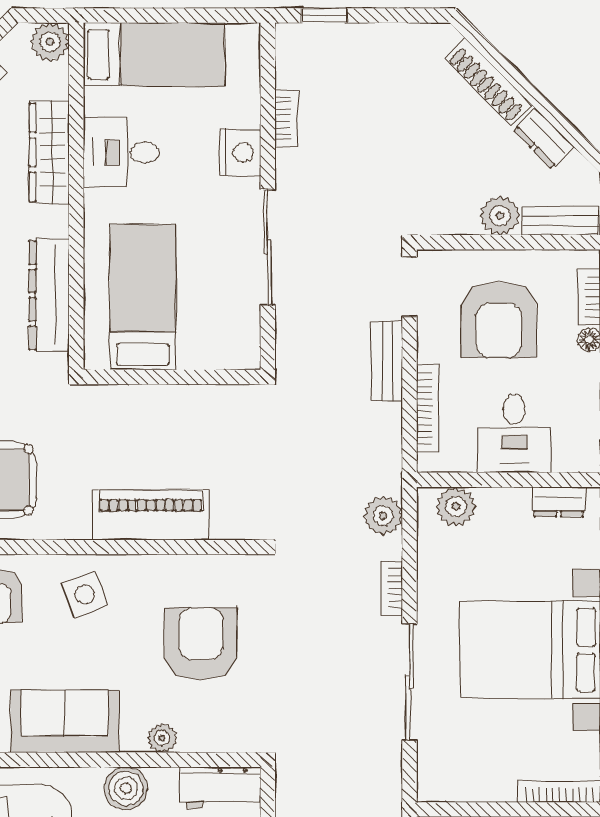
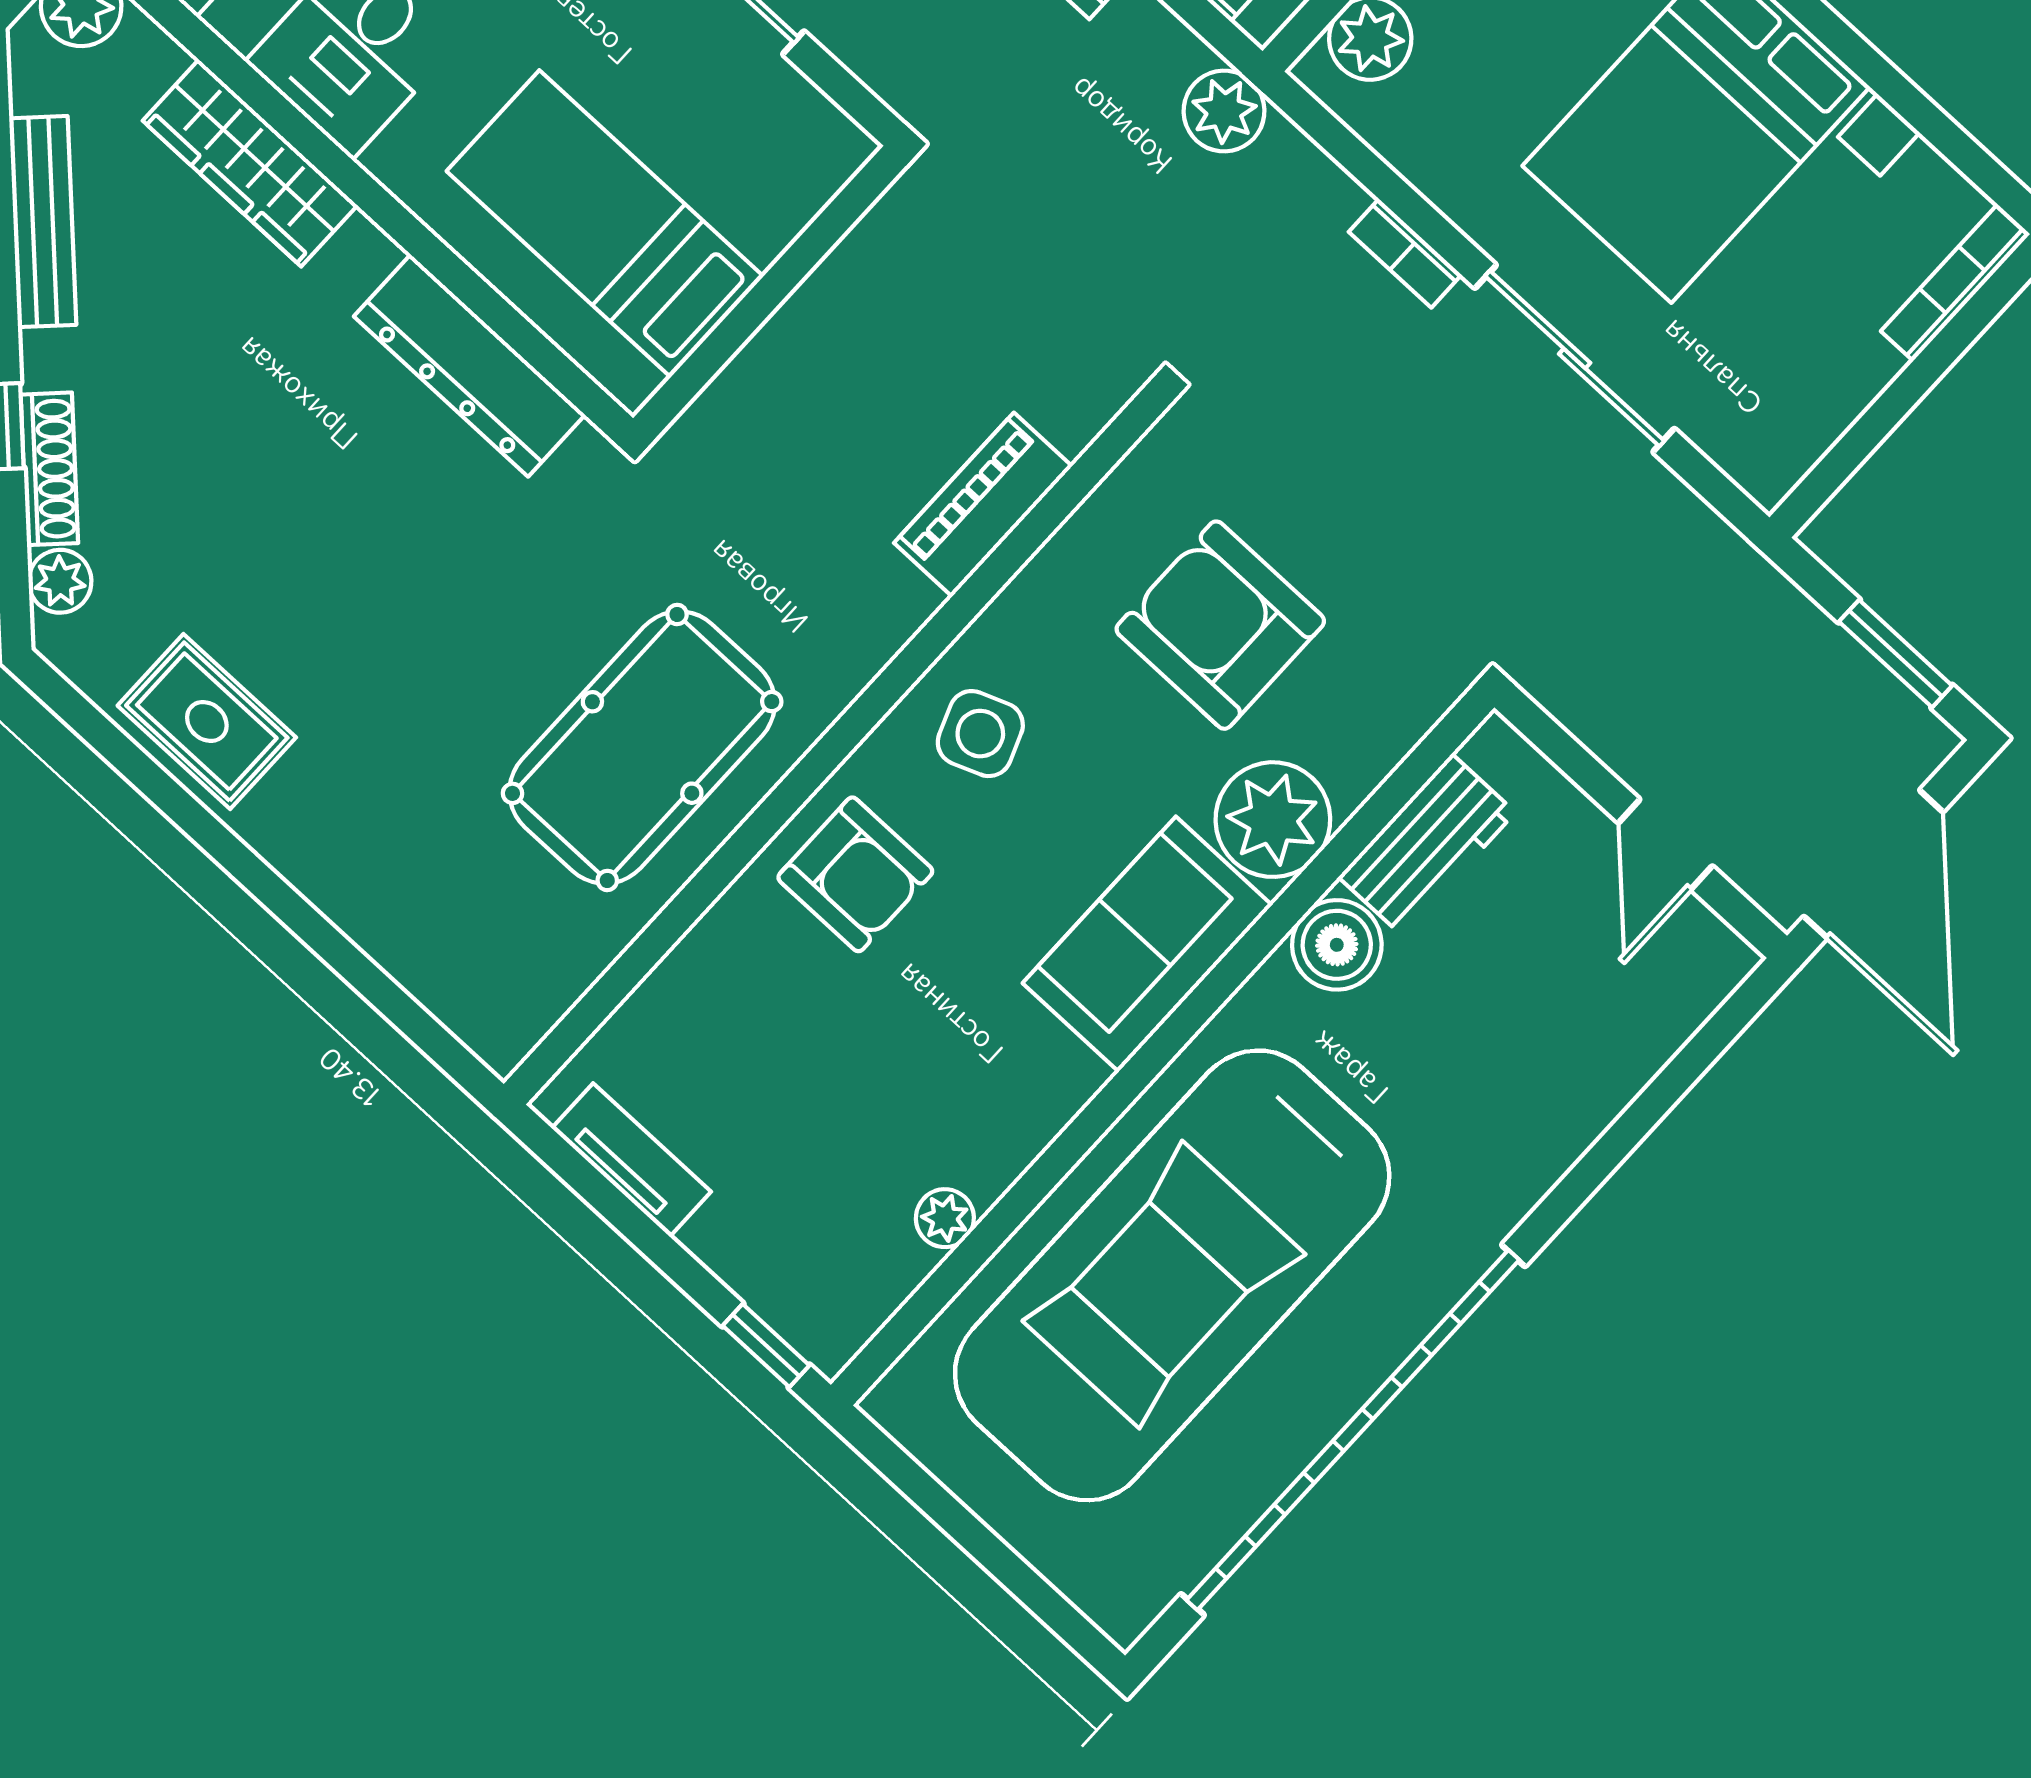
piano: (151, 515) -> (983, 504), width x0.73, depth x0.75
plant: (383, 516) -> (1224, 111), moved
plant: (162, 738) -> (1273, 820), width x1.88, depth x1.88
workbench: (220, 788) -> (1427, 845), moved

